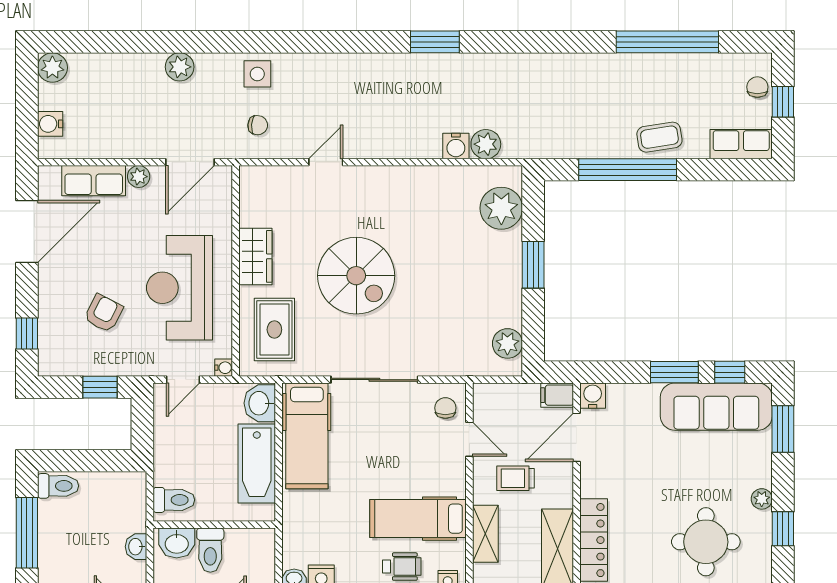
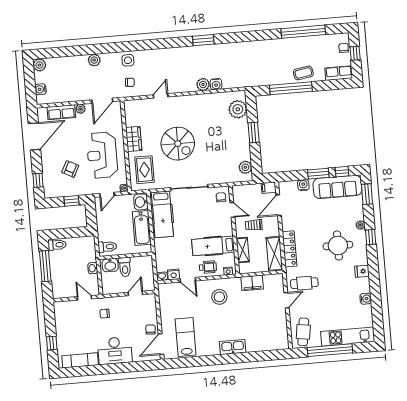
plant: (486, 144) -> (203, 84), moved
water cooler: (593, 396) -> (303, 185), moved

